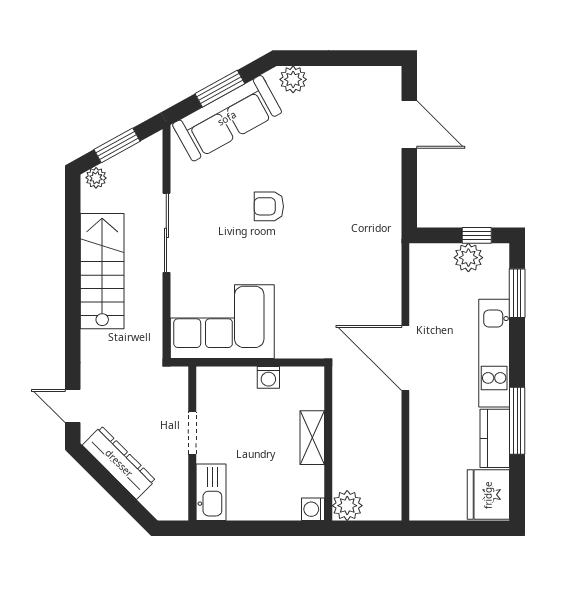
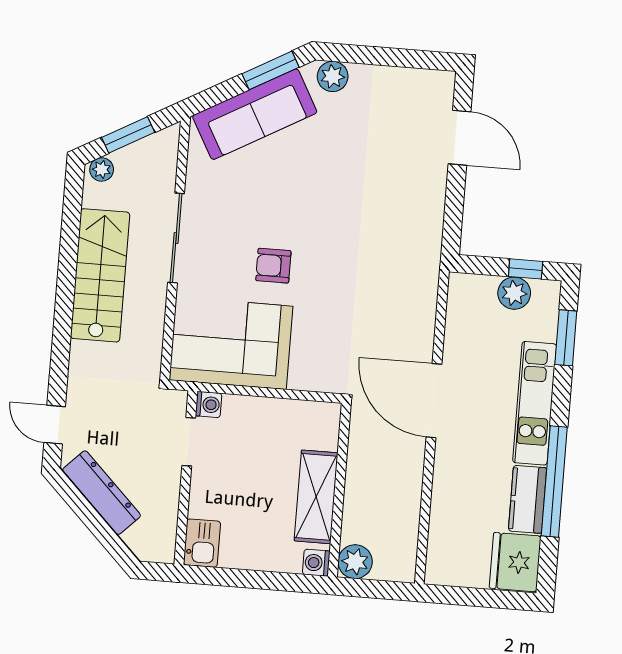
window: (220, 89) -> (270, 70), moved
armchair: (269, 206) -> (273, 266), moved
washing machine: (268, 377) -> (209, 405), moved, turned -90
window: (517, 421) -> (554, 482), width x1.46
doorway: (192, 433) -> (189, 442), moved
shelving: (312, 438) -> (316, 497), width x1.50, depth x1.33
kitchen sink: (211, 492) -> (202, 543), width x0.73

